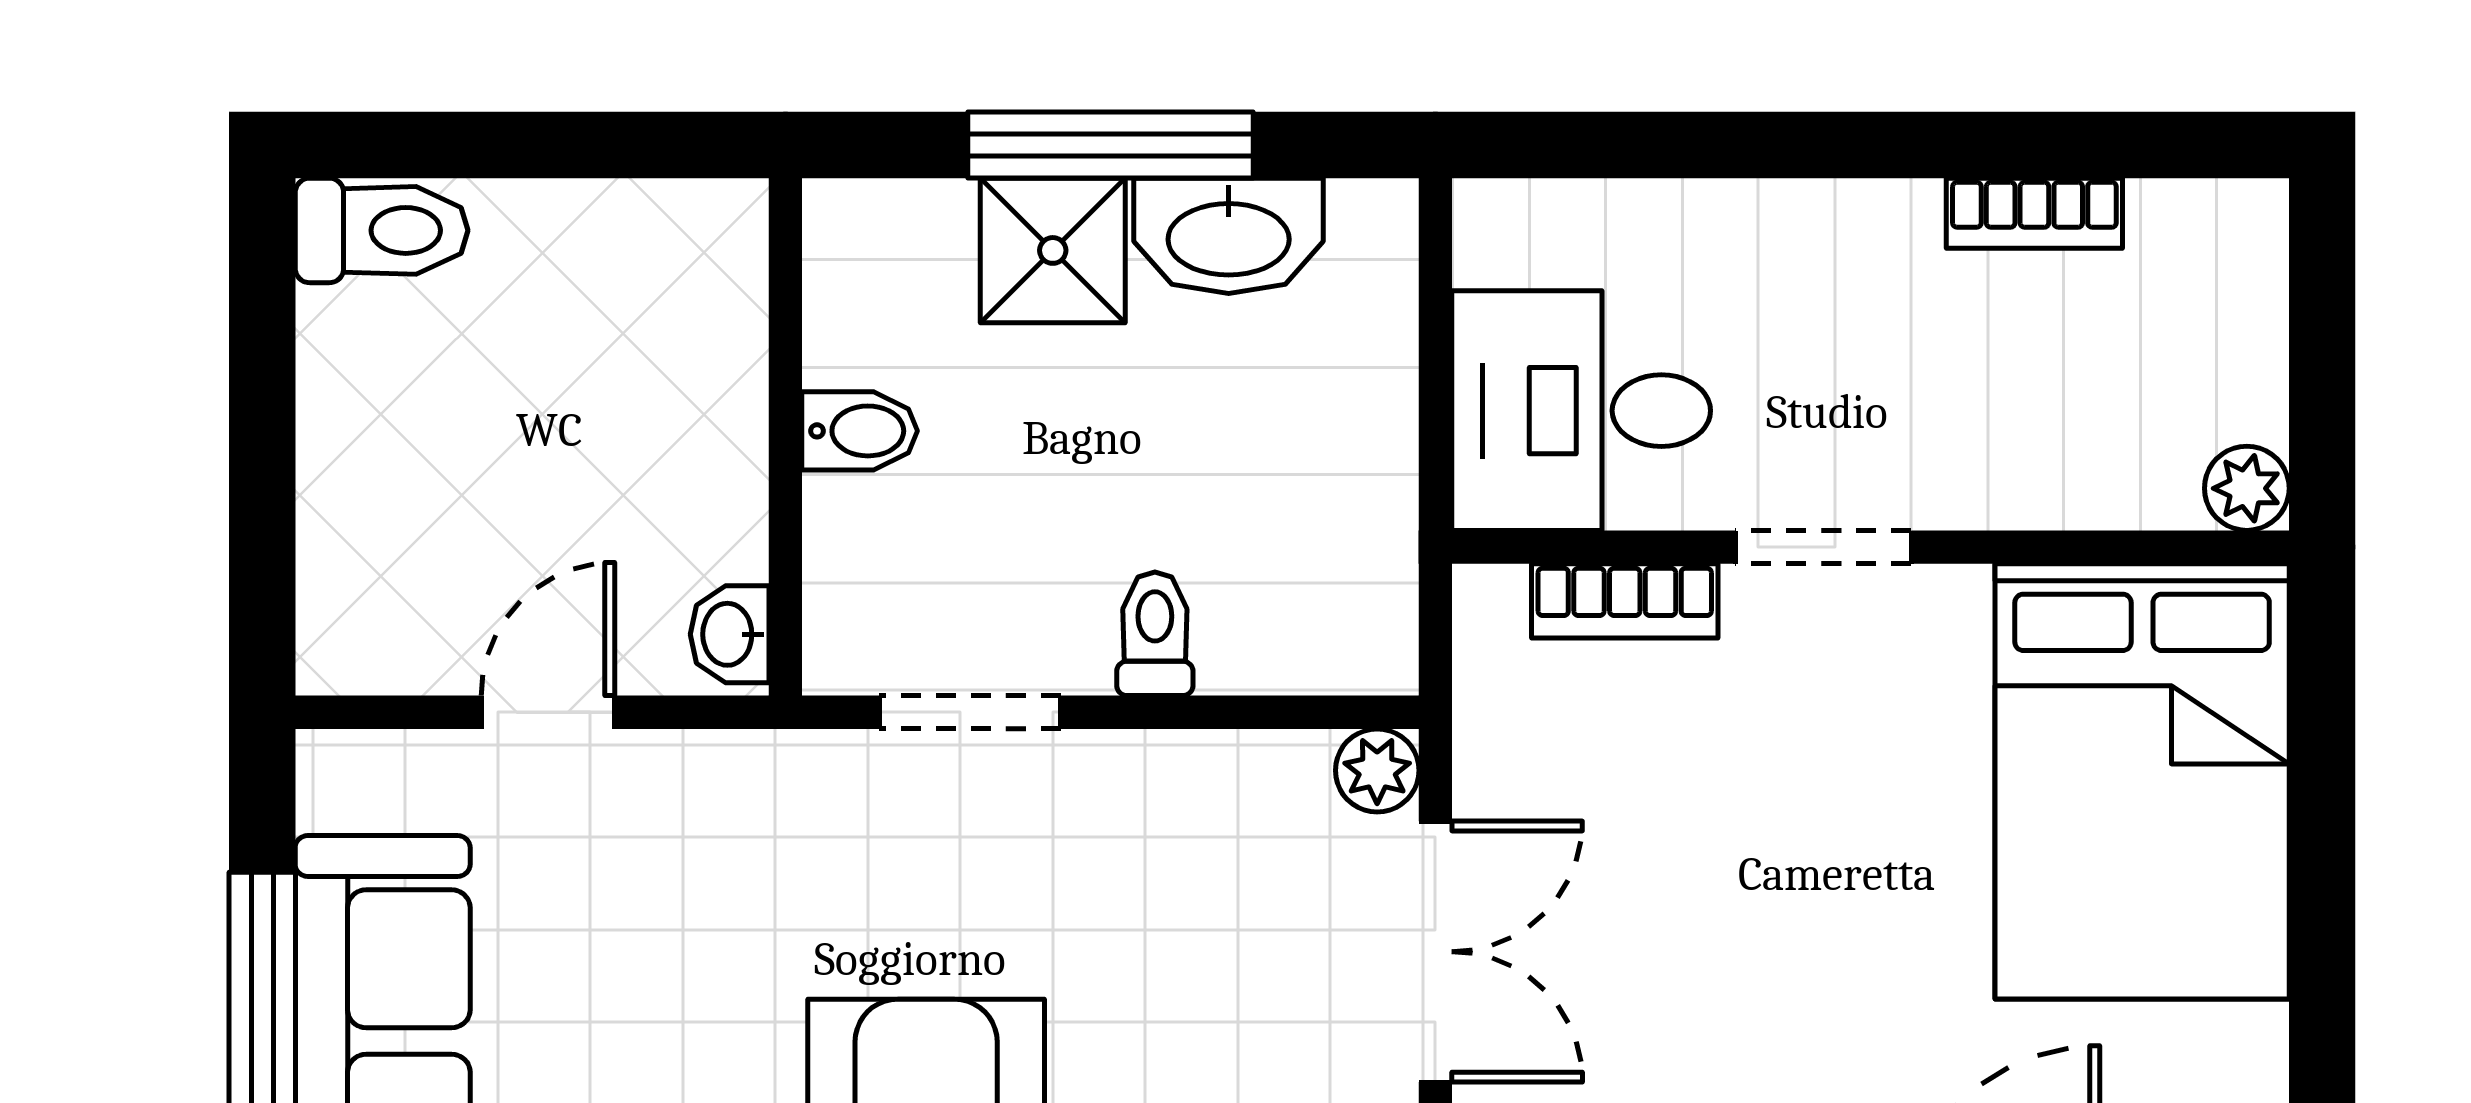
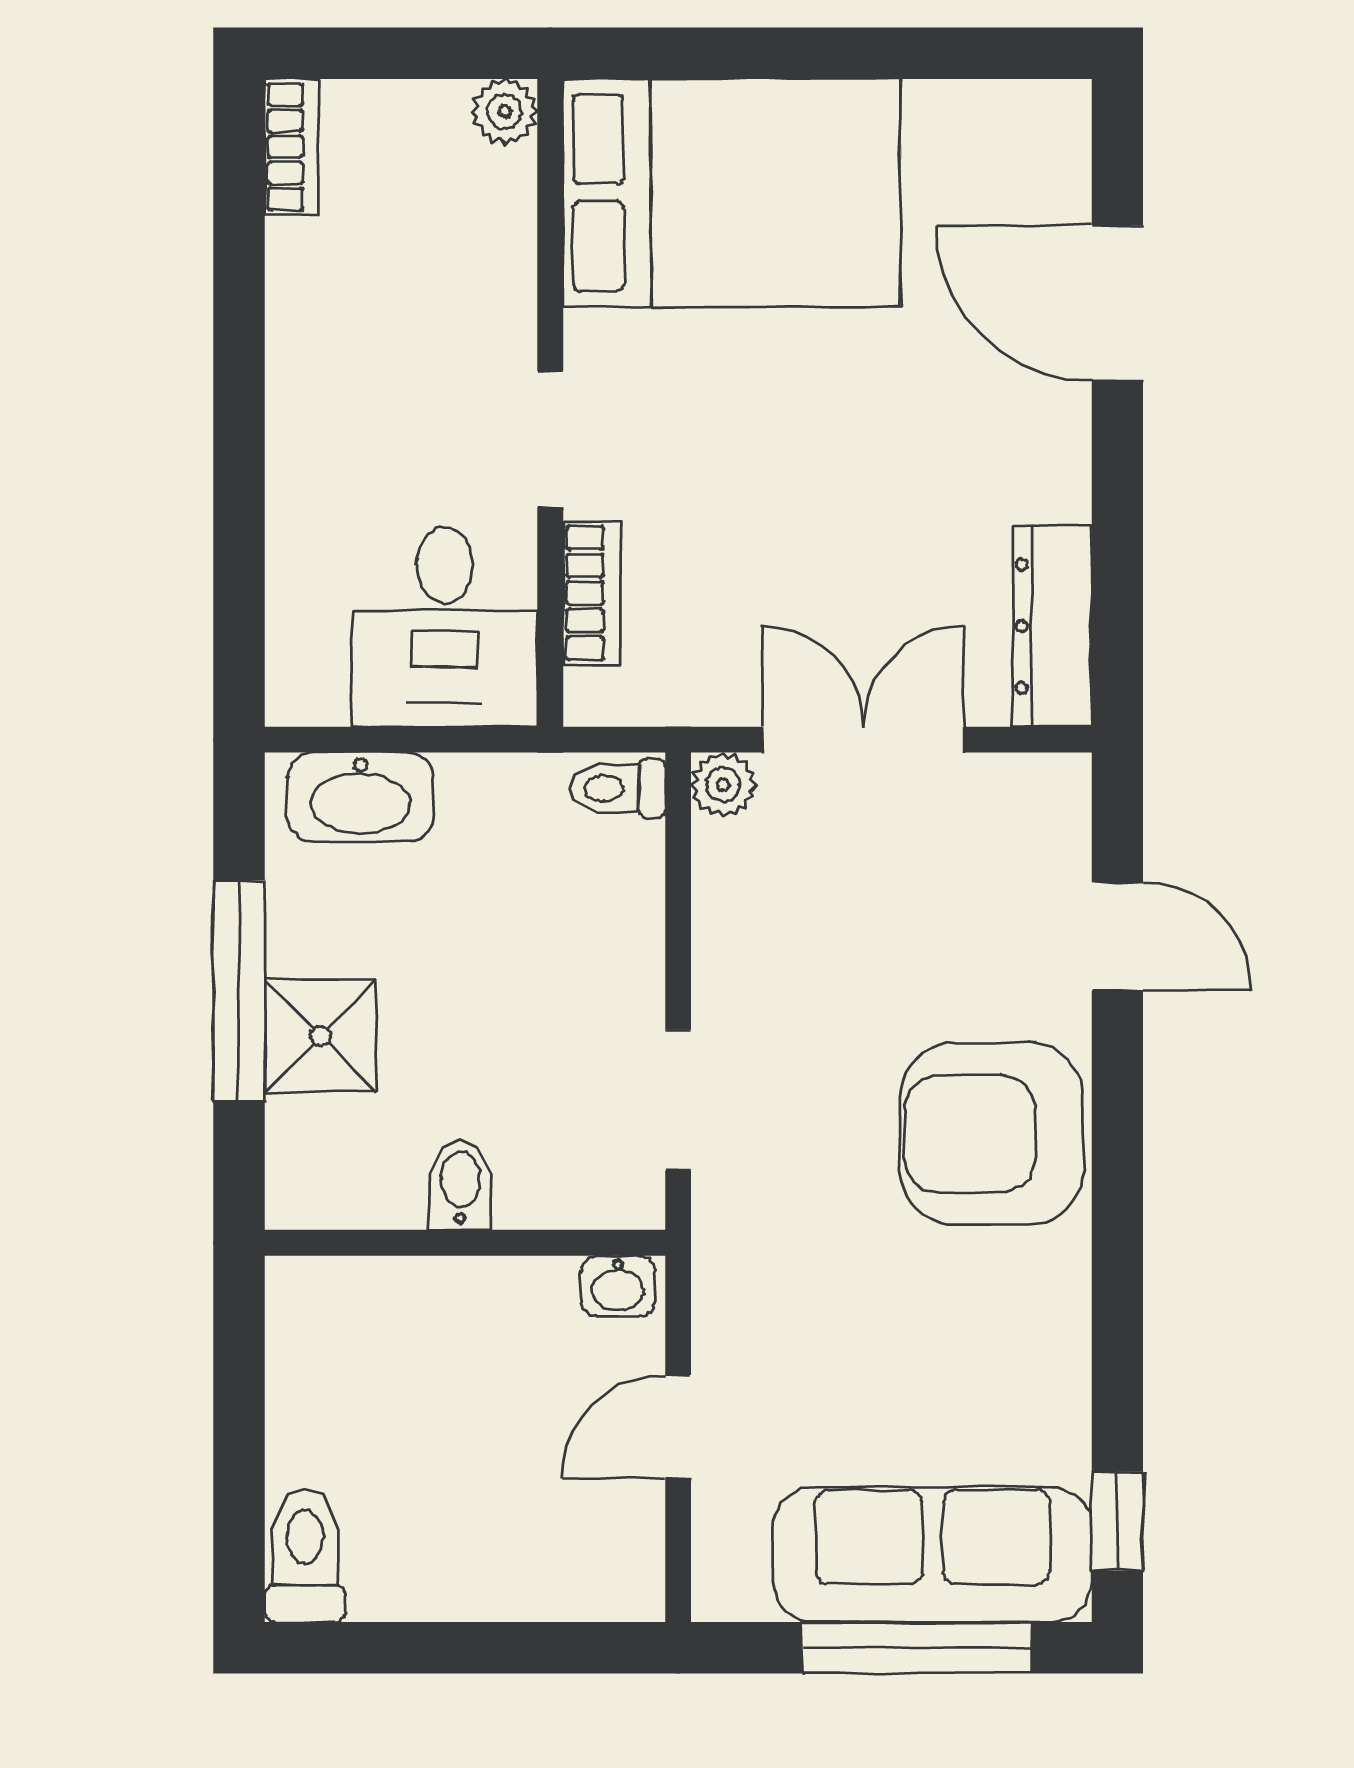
bookcase: (2034, 213) -> (292, 147), moved
washbasin: (1229, 236) -> (360, 797), moved, turned 90
toilet: (1155, 634) -> (617, 788), moved
door: (548, 712) -> (678, 1427), hinge flipped

